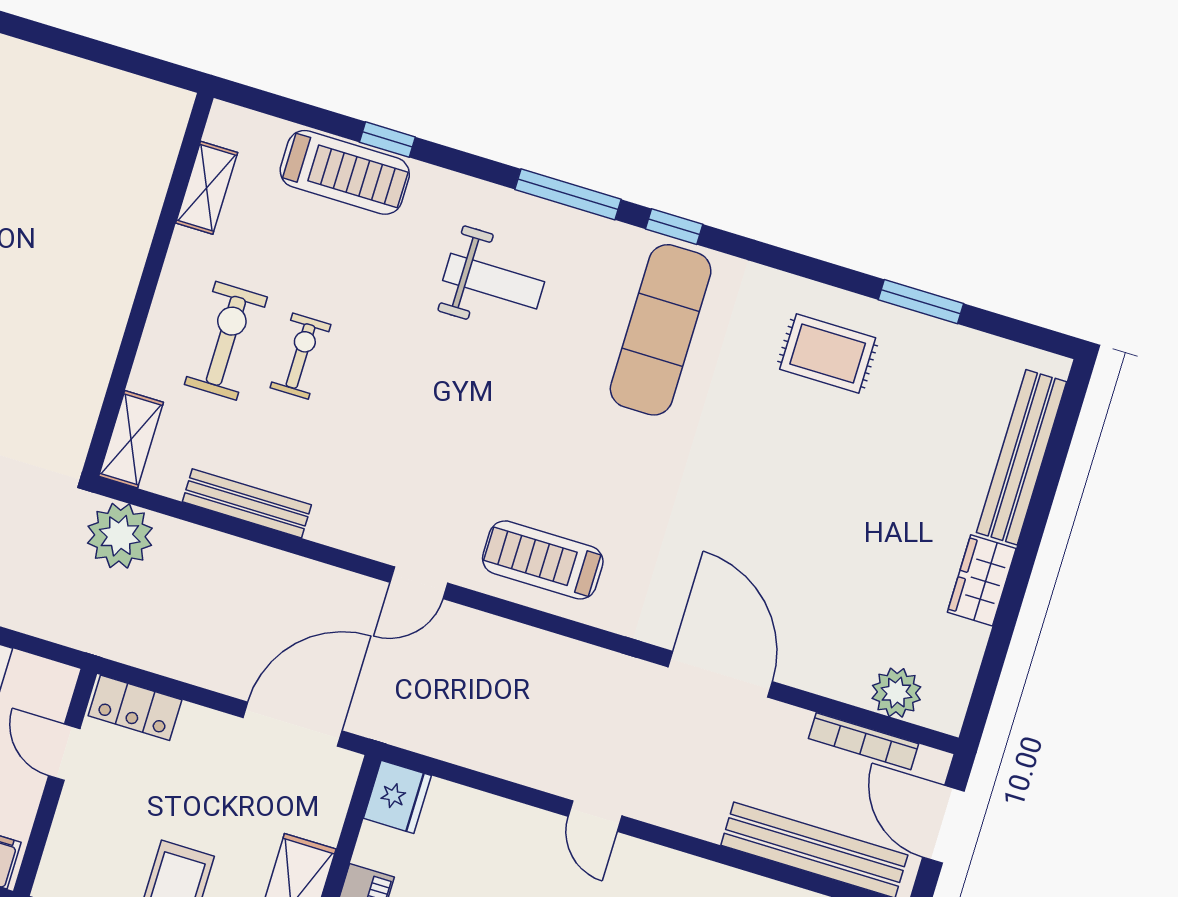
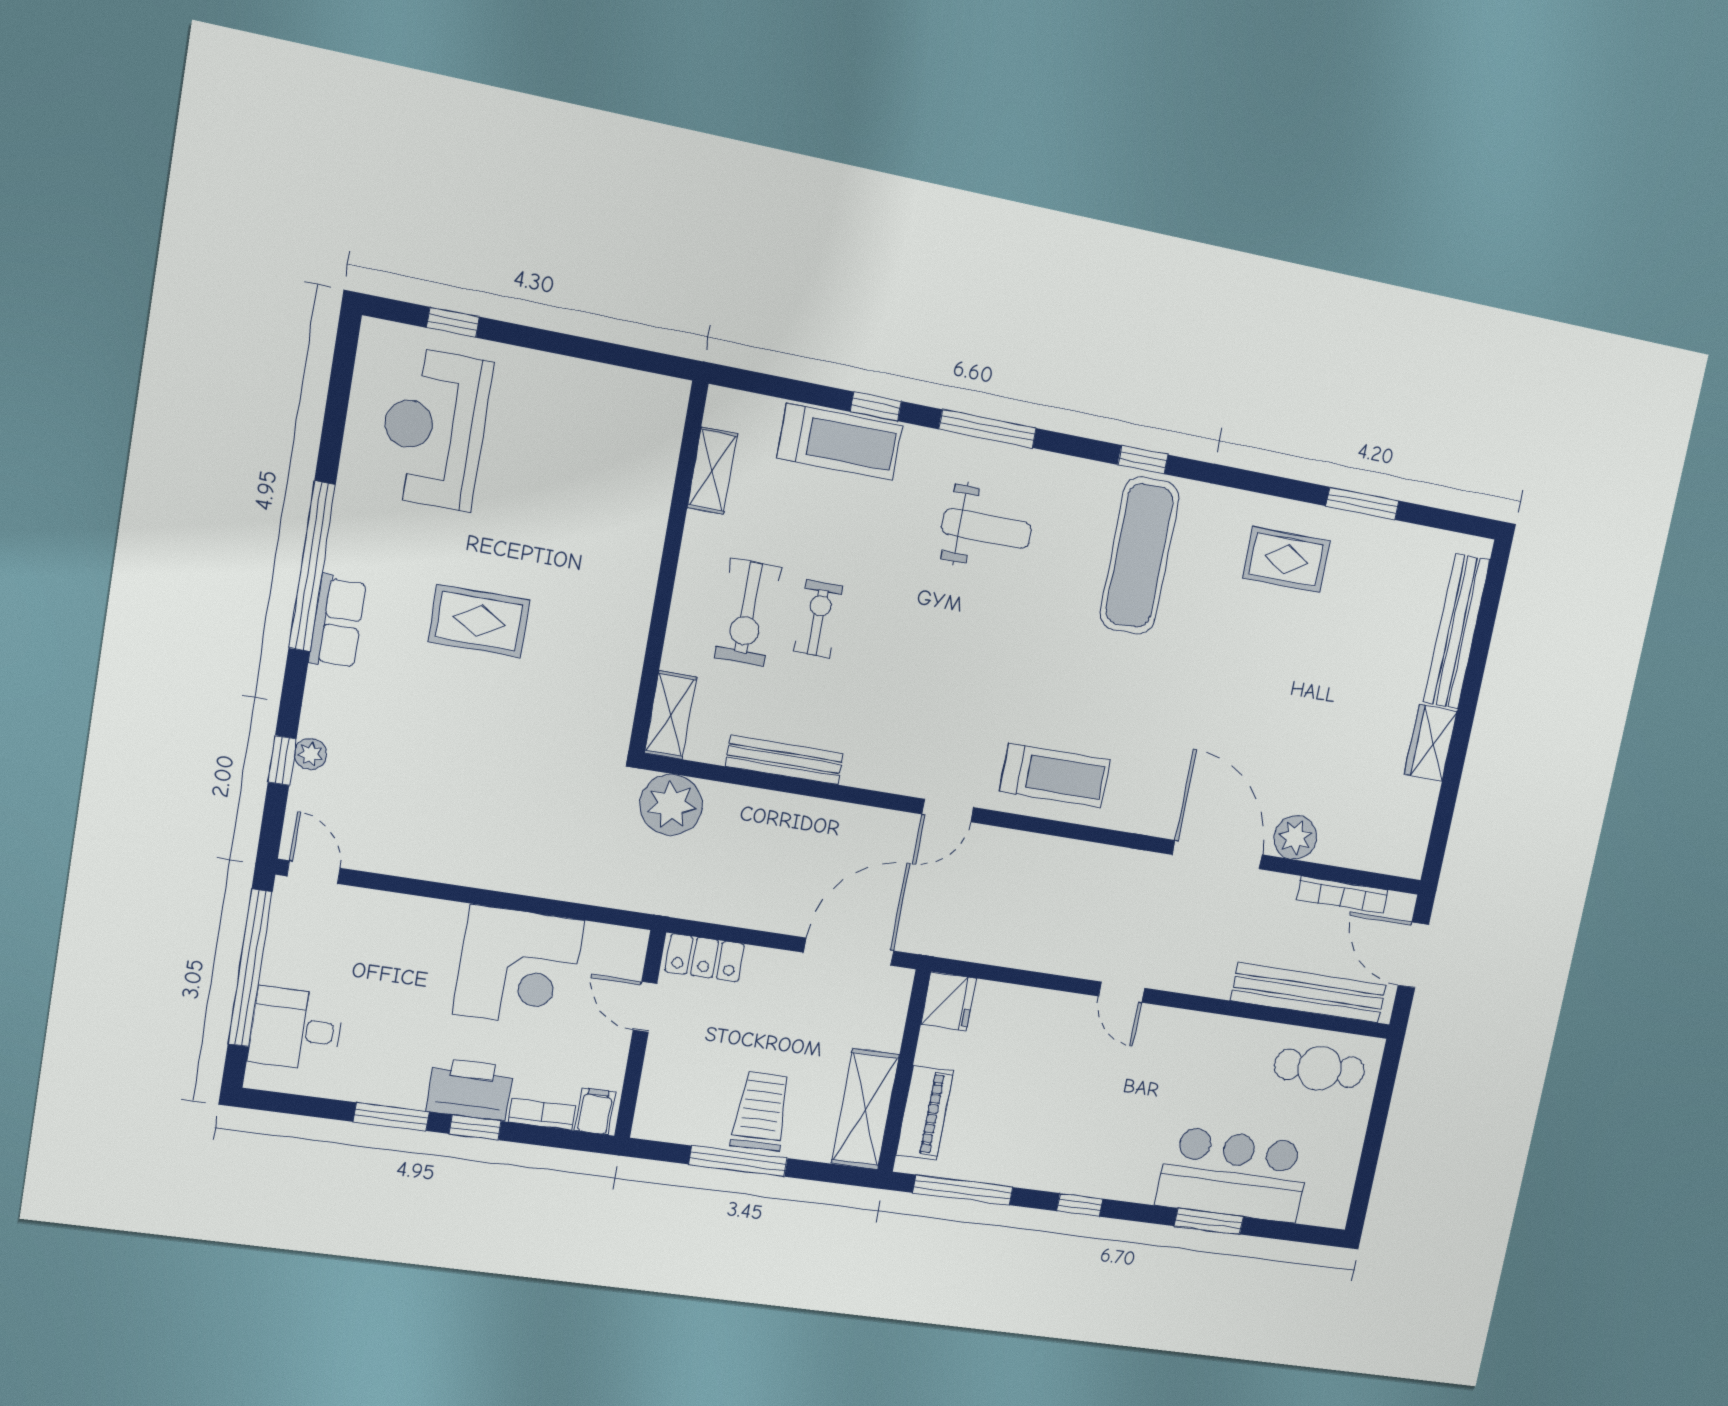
window: (568, 194) -> (988, 429), moved
exercise bike: (226, 341) -> (748, 613), turned 180
treadmill: (543, 560) -> (1055, 776), turned 180
plant: (896, 693) -> (1295, 837), moved

